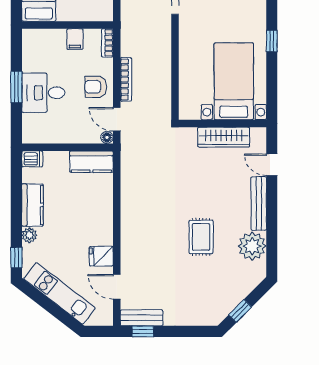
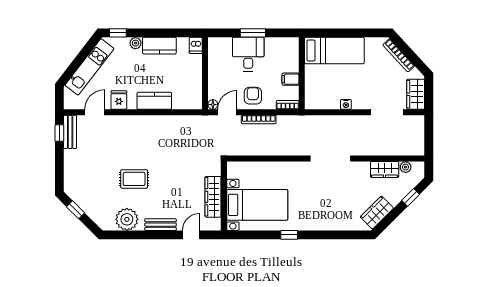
kitchen counter: (91, 162) -> (154, 101), moved, turned 90
bench: (259, 203) -> (161, 225), width x0.73

